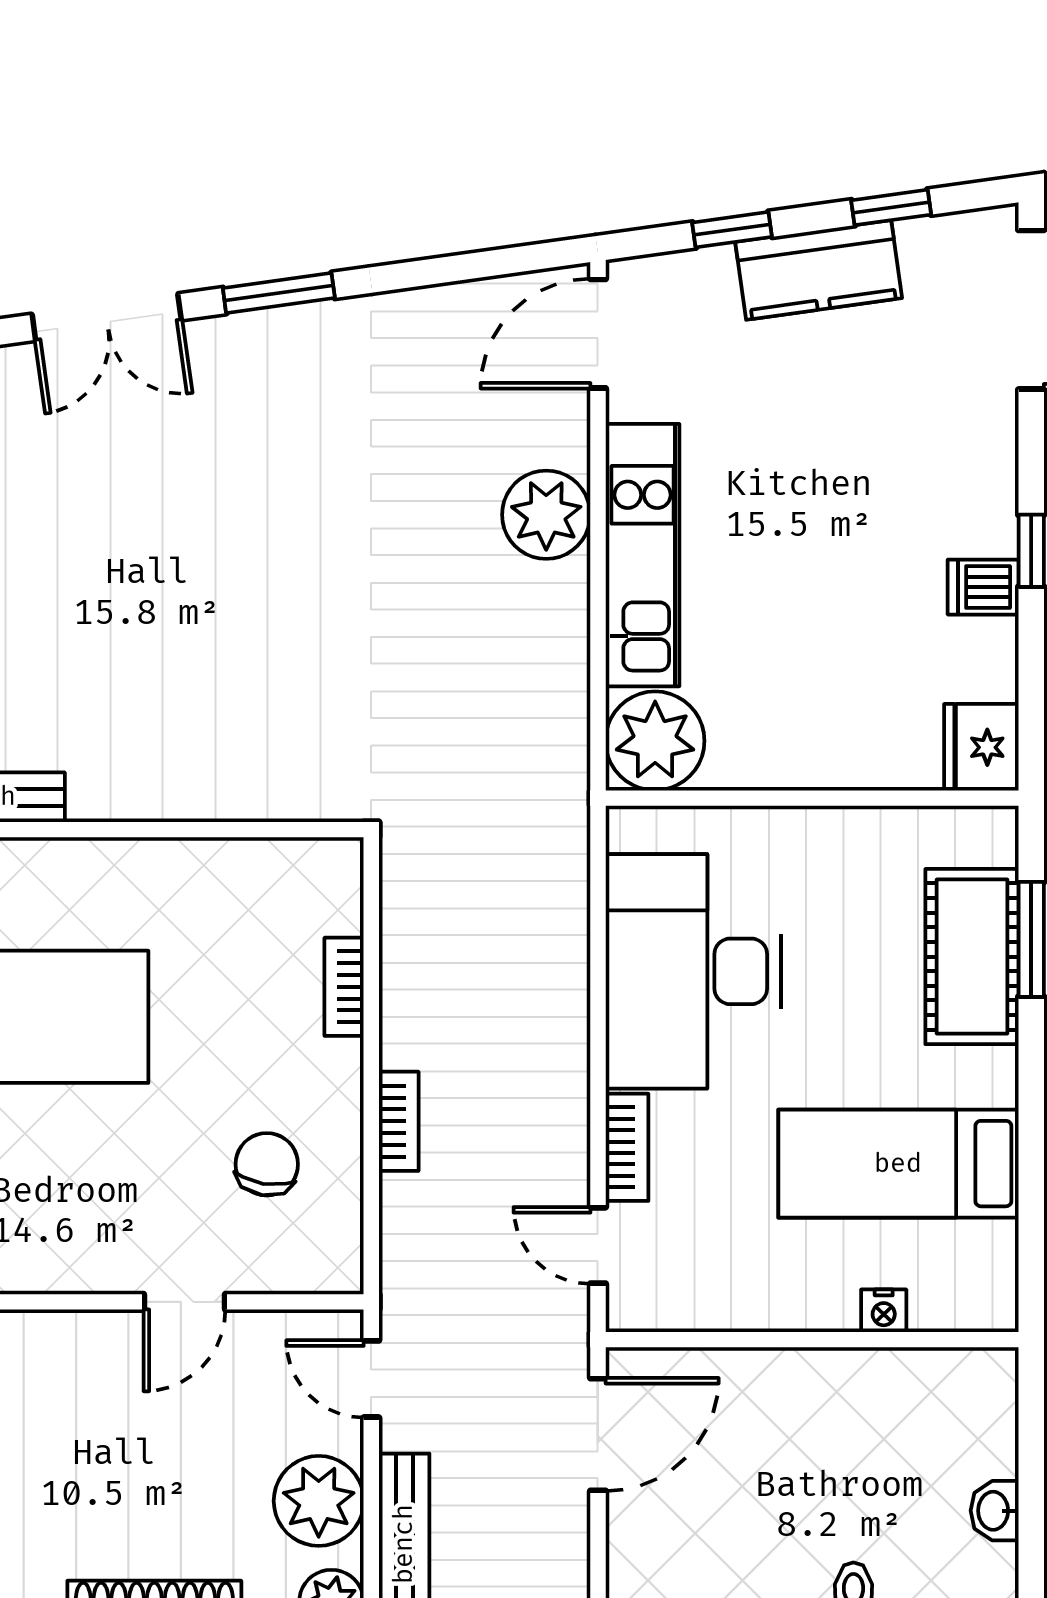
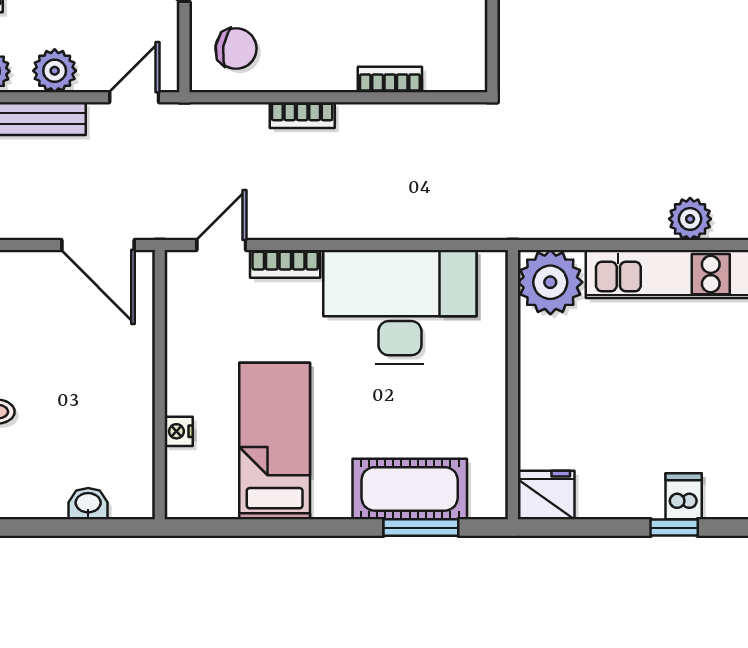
plant: (546, 515) -> (690, 219), width x0.73, depth x0.73
dishwasher: (983, 587) -> (684, 496), moved
chair: (267, 1164) -> (236, 49), moved
plant: (319, 1501) -> (55, 71), width x0.73, depth x0.73
washbasin: (995, 1511) -> (88, 504), moved

